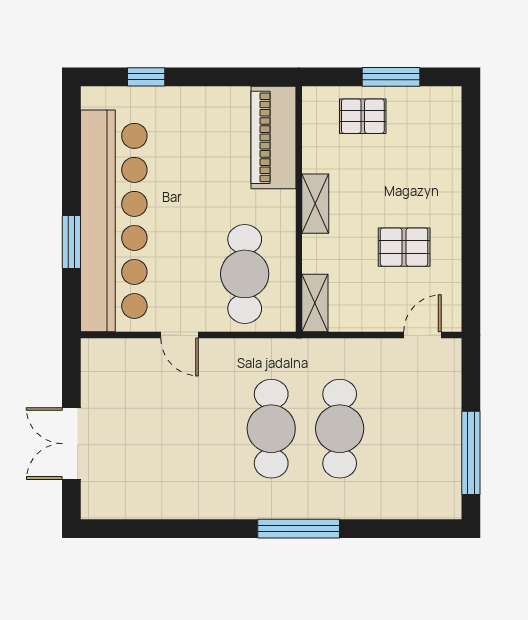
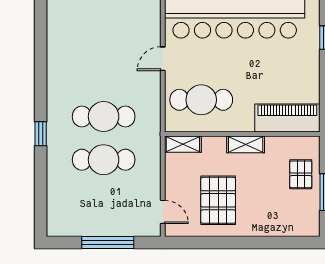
pallet: (404, 247) -> (218, 200), width x1.50, depth x1.42
window: (471, 453) -> (108, 243), moved
window: (299, 529) -> (41, 134), width x0.46

